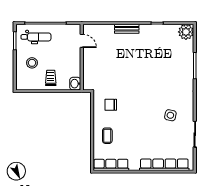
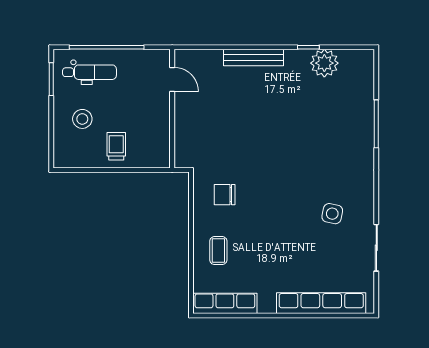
bench: (127, 29) -> (253, 57), width x1.36
plant: (186, 32) -> (324, 63), moved
washbasin: (75, 84) -> (160, 157), removed

